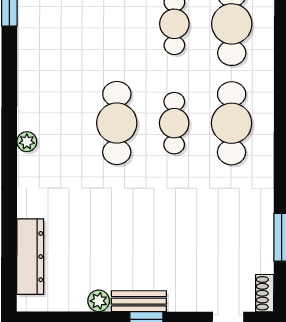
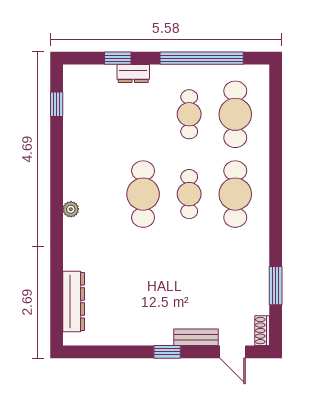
plant: (99, 301) -> (129, 337), removed
bench: (139, 301) -> (196, 337), moved

